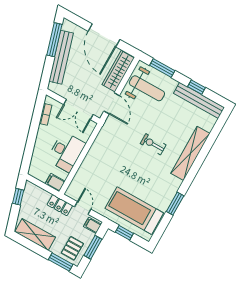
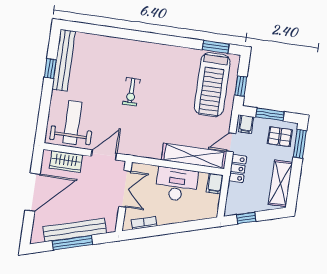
window: (54, 40) -> (72, 243), moved
window: (162, 68) -> (44, 114), removed
wardrobe: (118, 71) -> (66, 161), width x0.67
shelving: (190, 153) -> (194, 156), moved
window: (175, 204) -> (216, 47), moved

